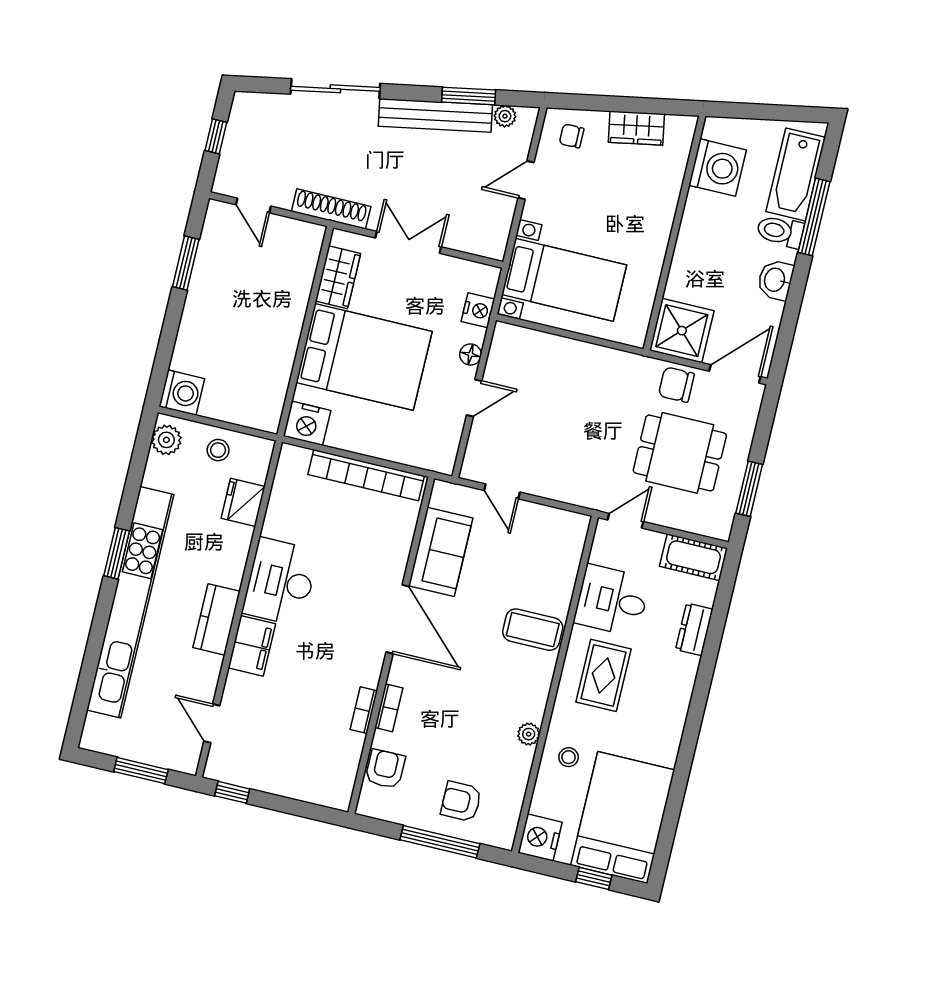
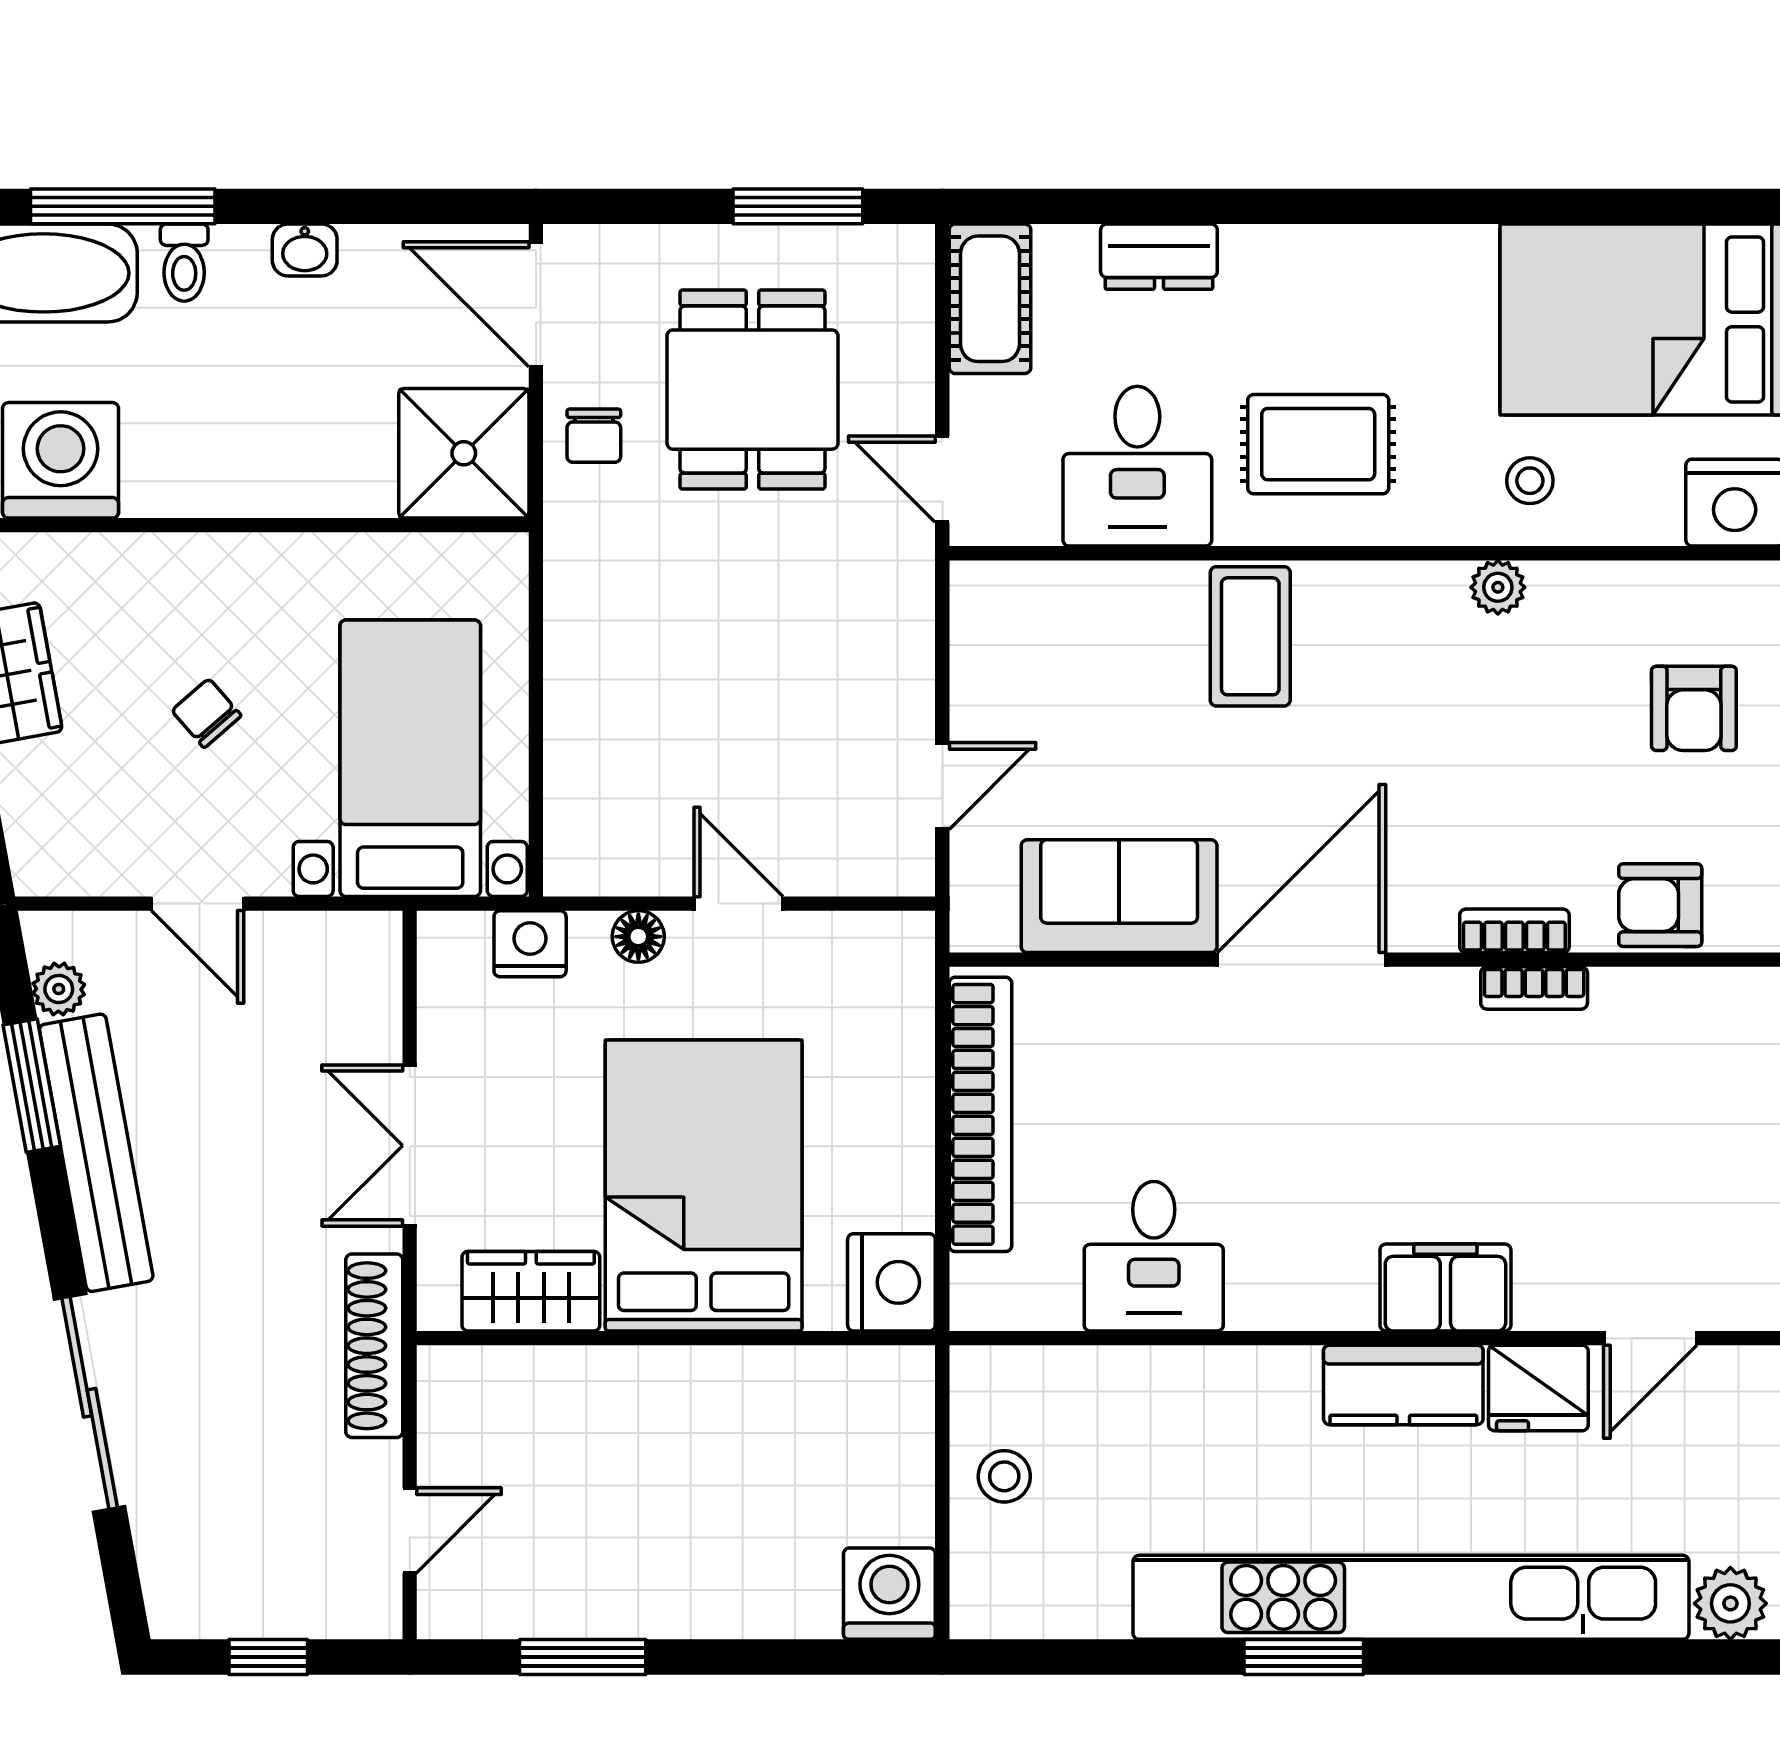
chair: (572, 136) -> (206, 713), moved, turned 139
toilet: (780, 231) -> (184, 263), width x0.73, depth x0.72
washbasin: (775, 280) -> (305, 250), width x0.72, depth x0.69
chair: (676, 385) -> (594, 436), width x0.73, depth x0.73
plant: (166, 440) -> (1730, 1603), moved
fridge: (243, 502) -> (1538, 1388), moved
desk: (280, 582) -> (1154, 1256), moved, width x0.73

